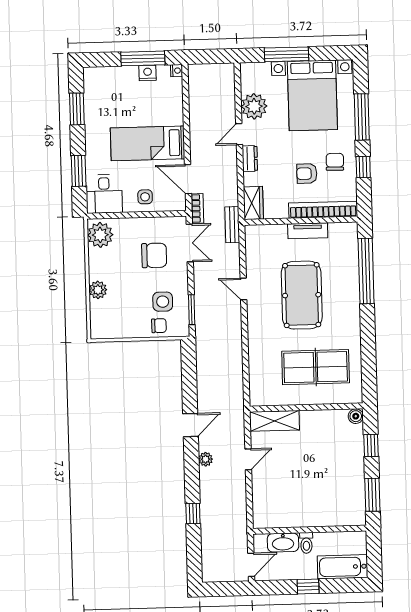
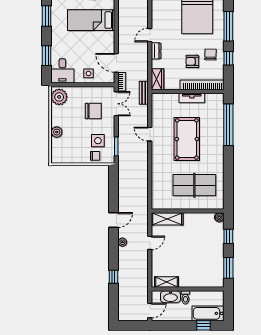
plant: (254, 106) -> (160, 18), removed
bed: (148, 143) -> (91, 20), moved
shelving: (276, 520) -> (166, 282), added
window: (308, 586) -> (204, 325), moved

